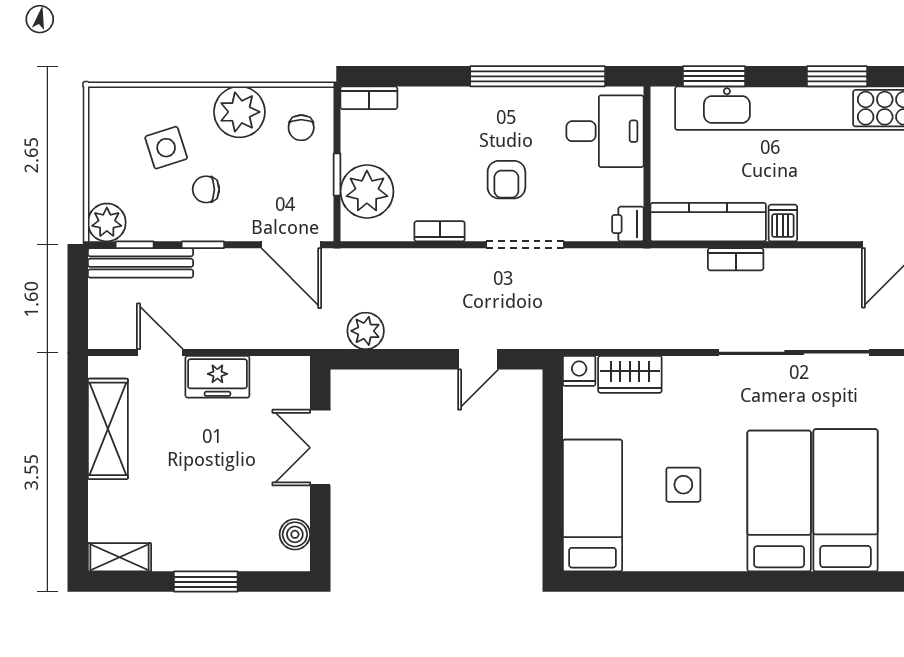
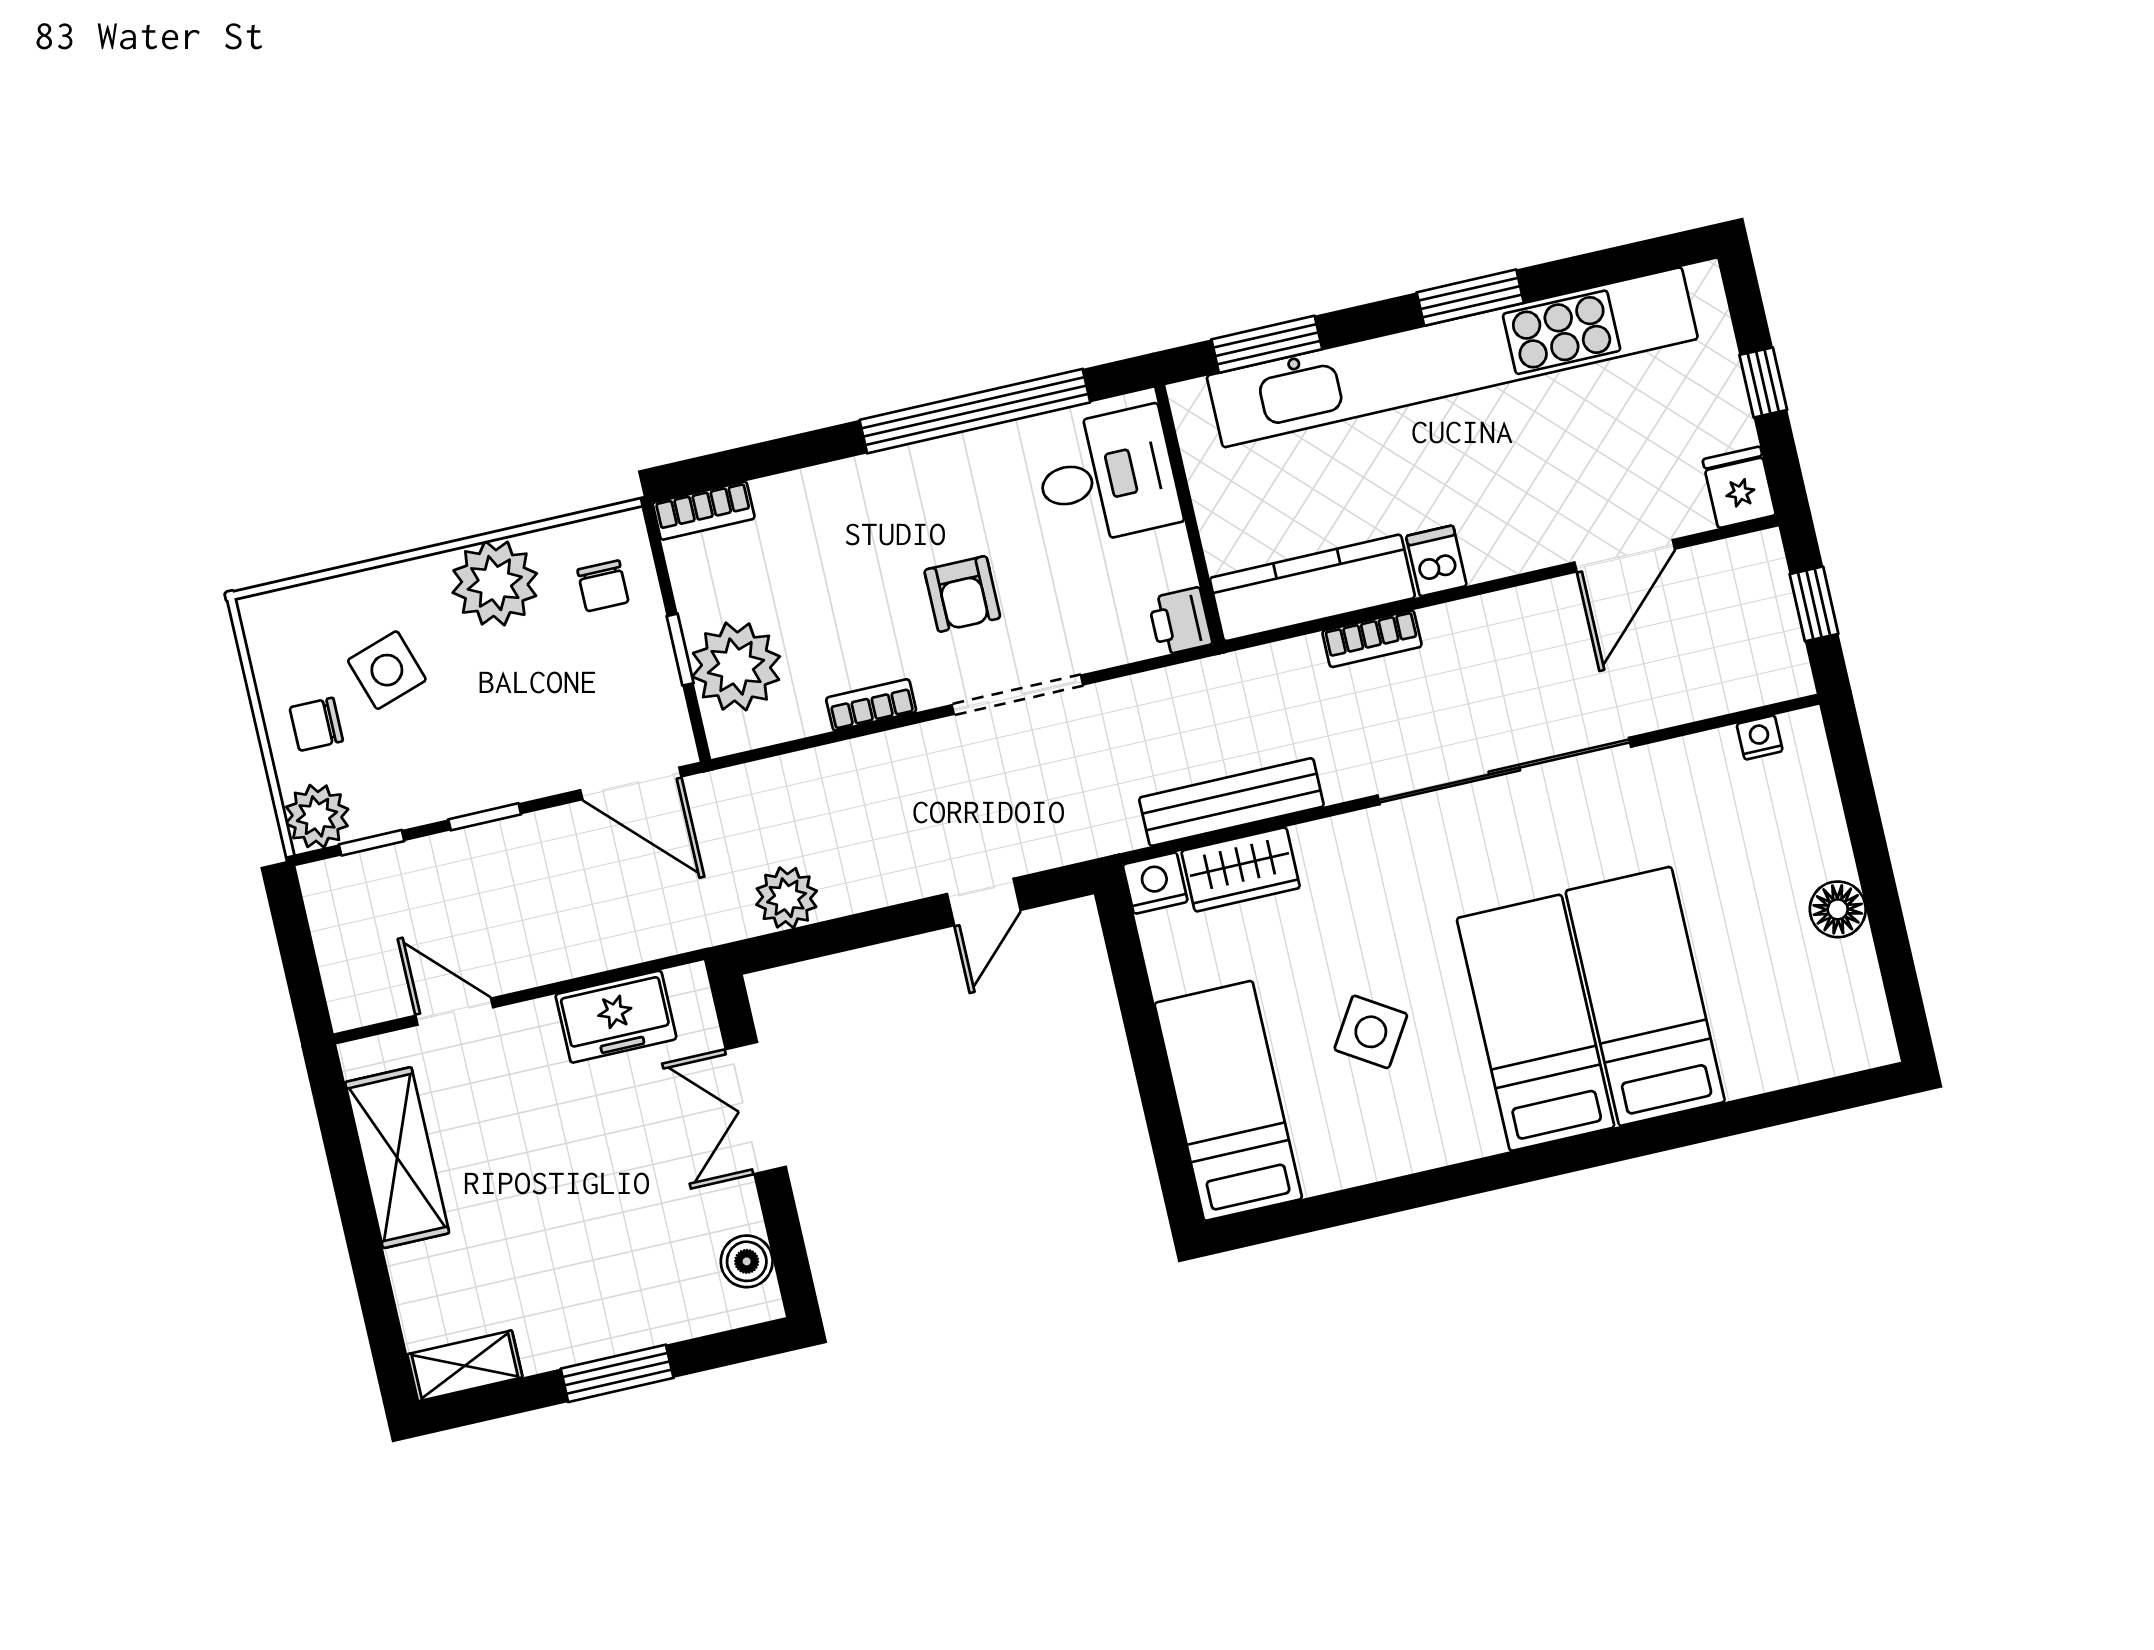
chair: (206, 189) -> (316, 724), moved
bench: (140, 263) -> (1231, 802), moved
freezer: (217, 377) -> (616, 1017), moved
side table: (683, 485) -> (1371, 1032), turned 32

